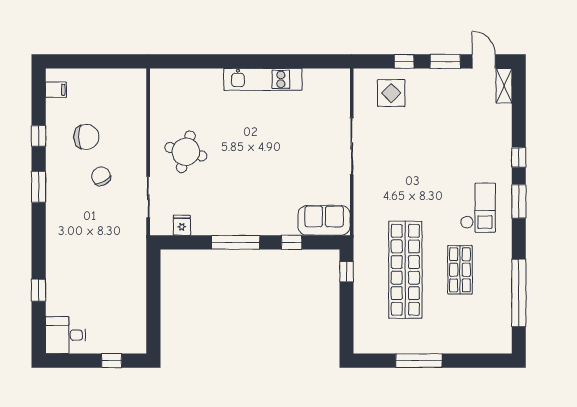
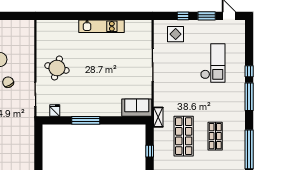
shelving: (504, 86) -> (158, 117), moved
window: (519, 201) -> (249, 97), width x1.44
checkout: (478, 208) -> (213, 63), moved, width x1.36, depth x1.21
window: (292, 242) -> (118, 120), removed
shop shelf: (405, 270) -> (184, 136), width x0.71
window: (347, 272) -> (150, 151), moved

